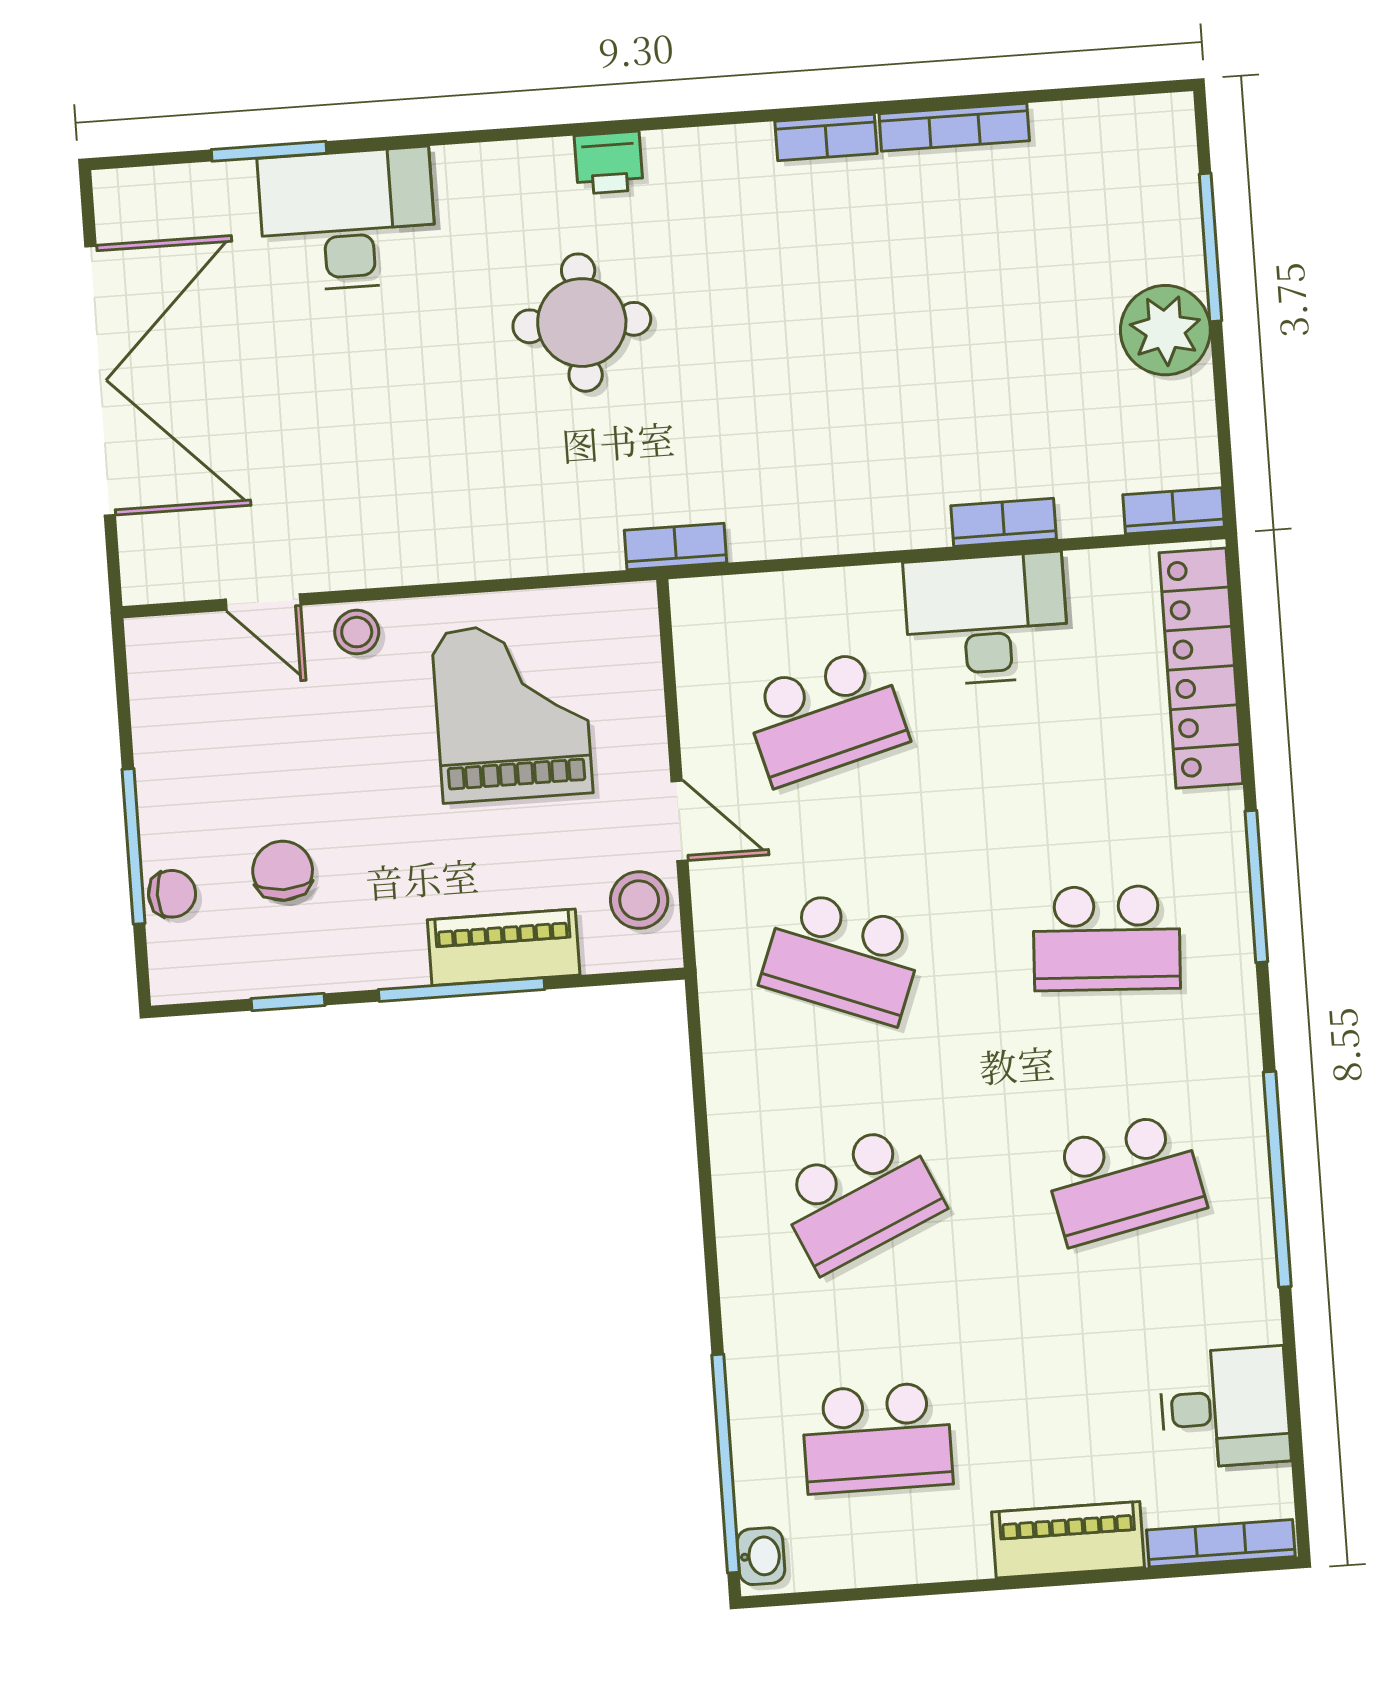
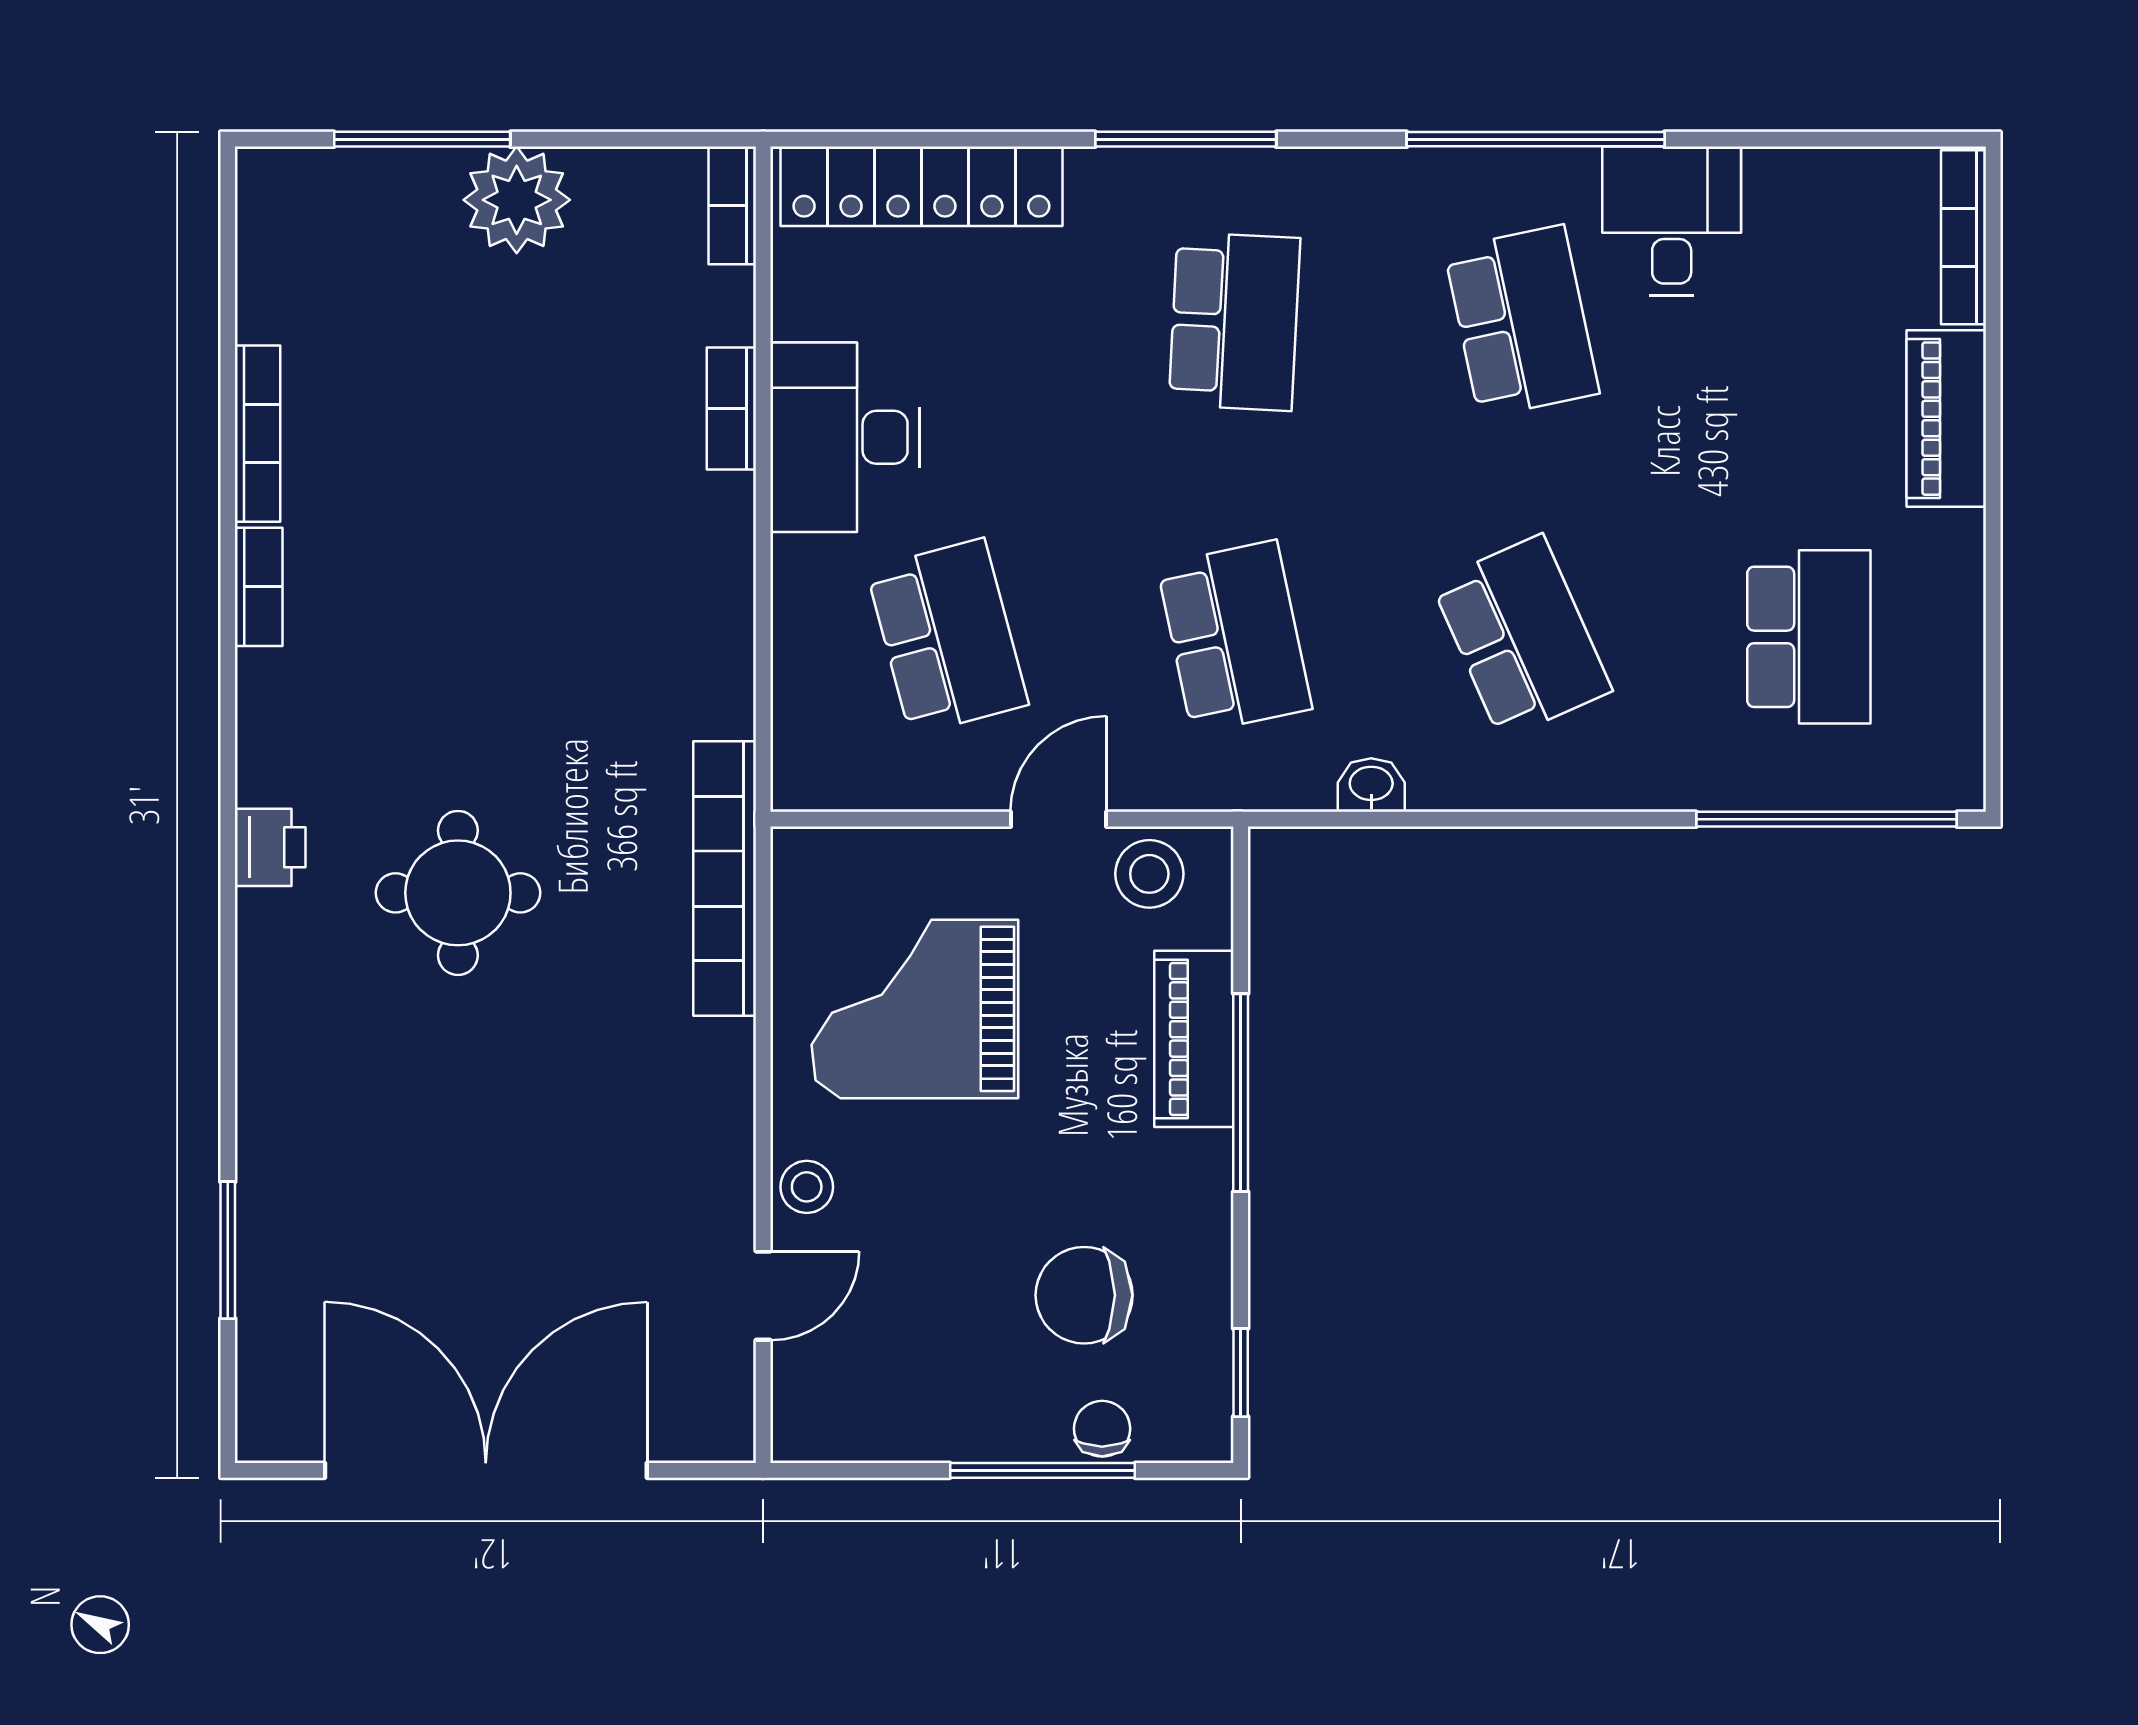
desk: (347, 220) -> (316, 1163), removed
bookcase: (676, 546) -> (725, 879), width x2.31, depth x1.31
chair: (283, 871) -> (1084, 1295), width x1.37, depth x1.37
school desk: (843, 957) -> (1234, 637), turned -33
window: (288, 1002) -> (1241, 1373), moved
desk: (1225, 1407) -> (1672, 221), moved
washbasin: (761, 1556) -> (1371, 785), moved

